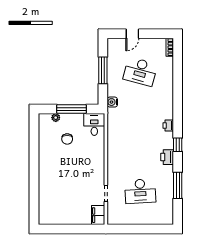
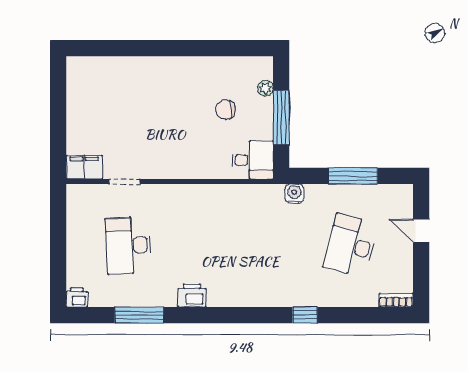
printer: (168, 126) -> (77, 297), moved
window: (178, 145) -> (305, 315), moved

